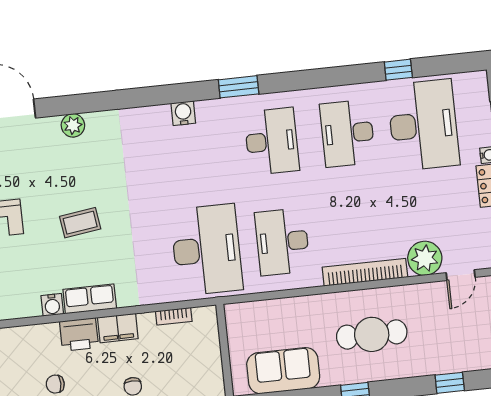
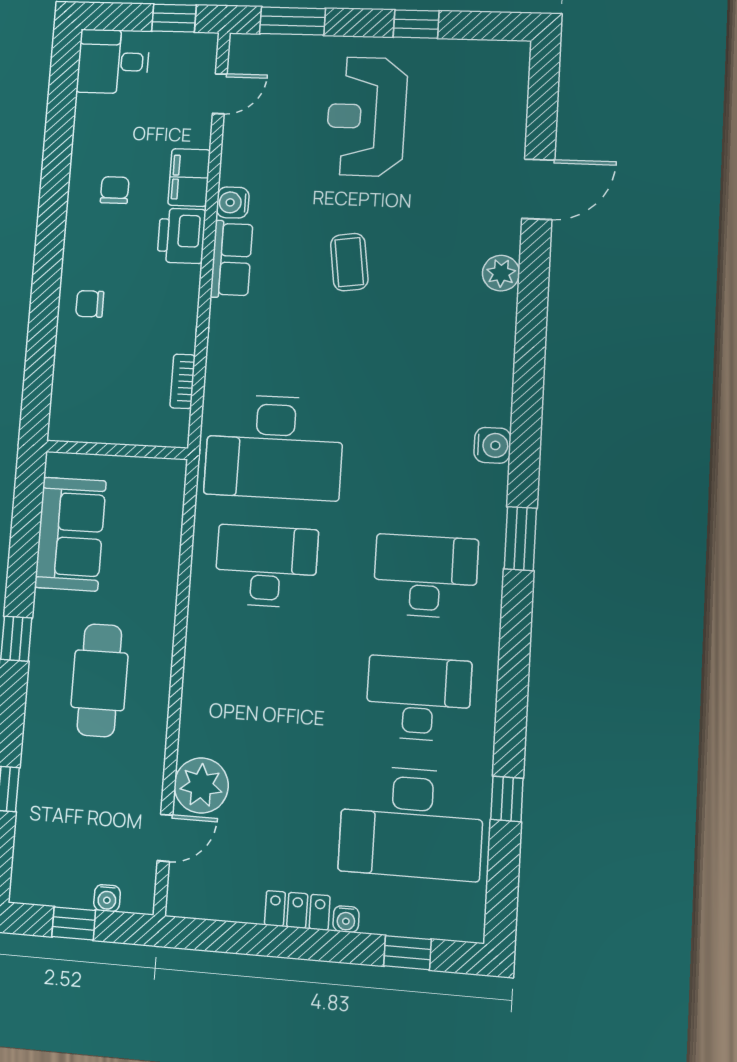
desk: (272, 141) -> (425, 576), turned 180
bookcase: (365, 272) -> (196, 687), removed
door: (461, 275) -> (165, 838), swing flipped
filing cabinet: (118, 328) -> (189, 178), moved

